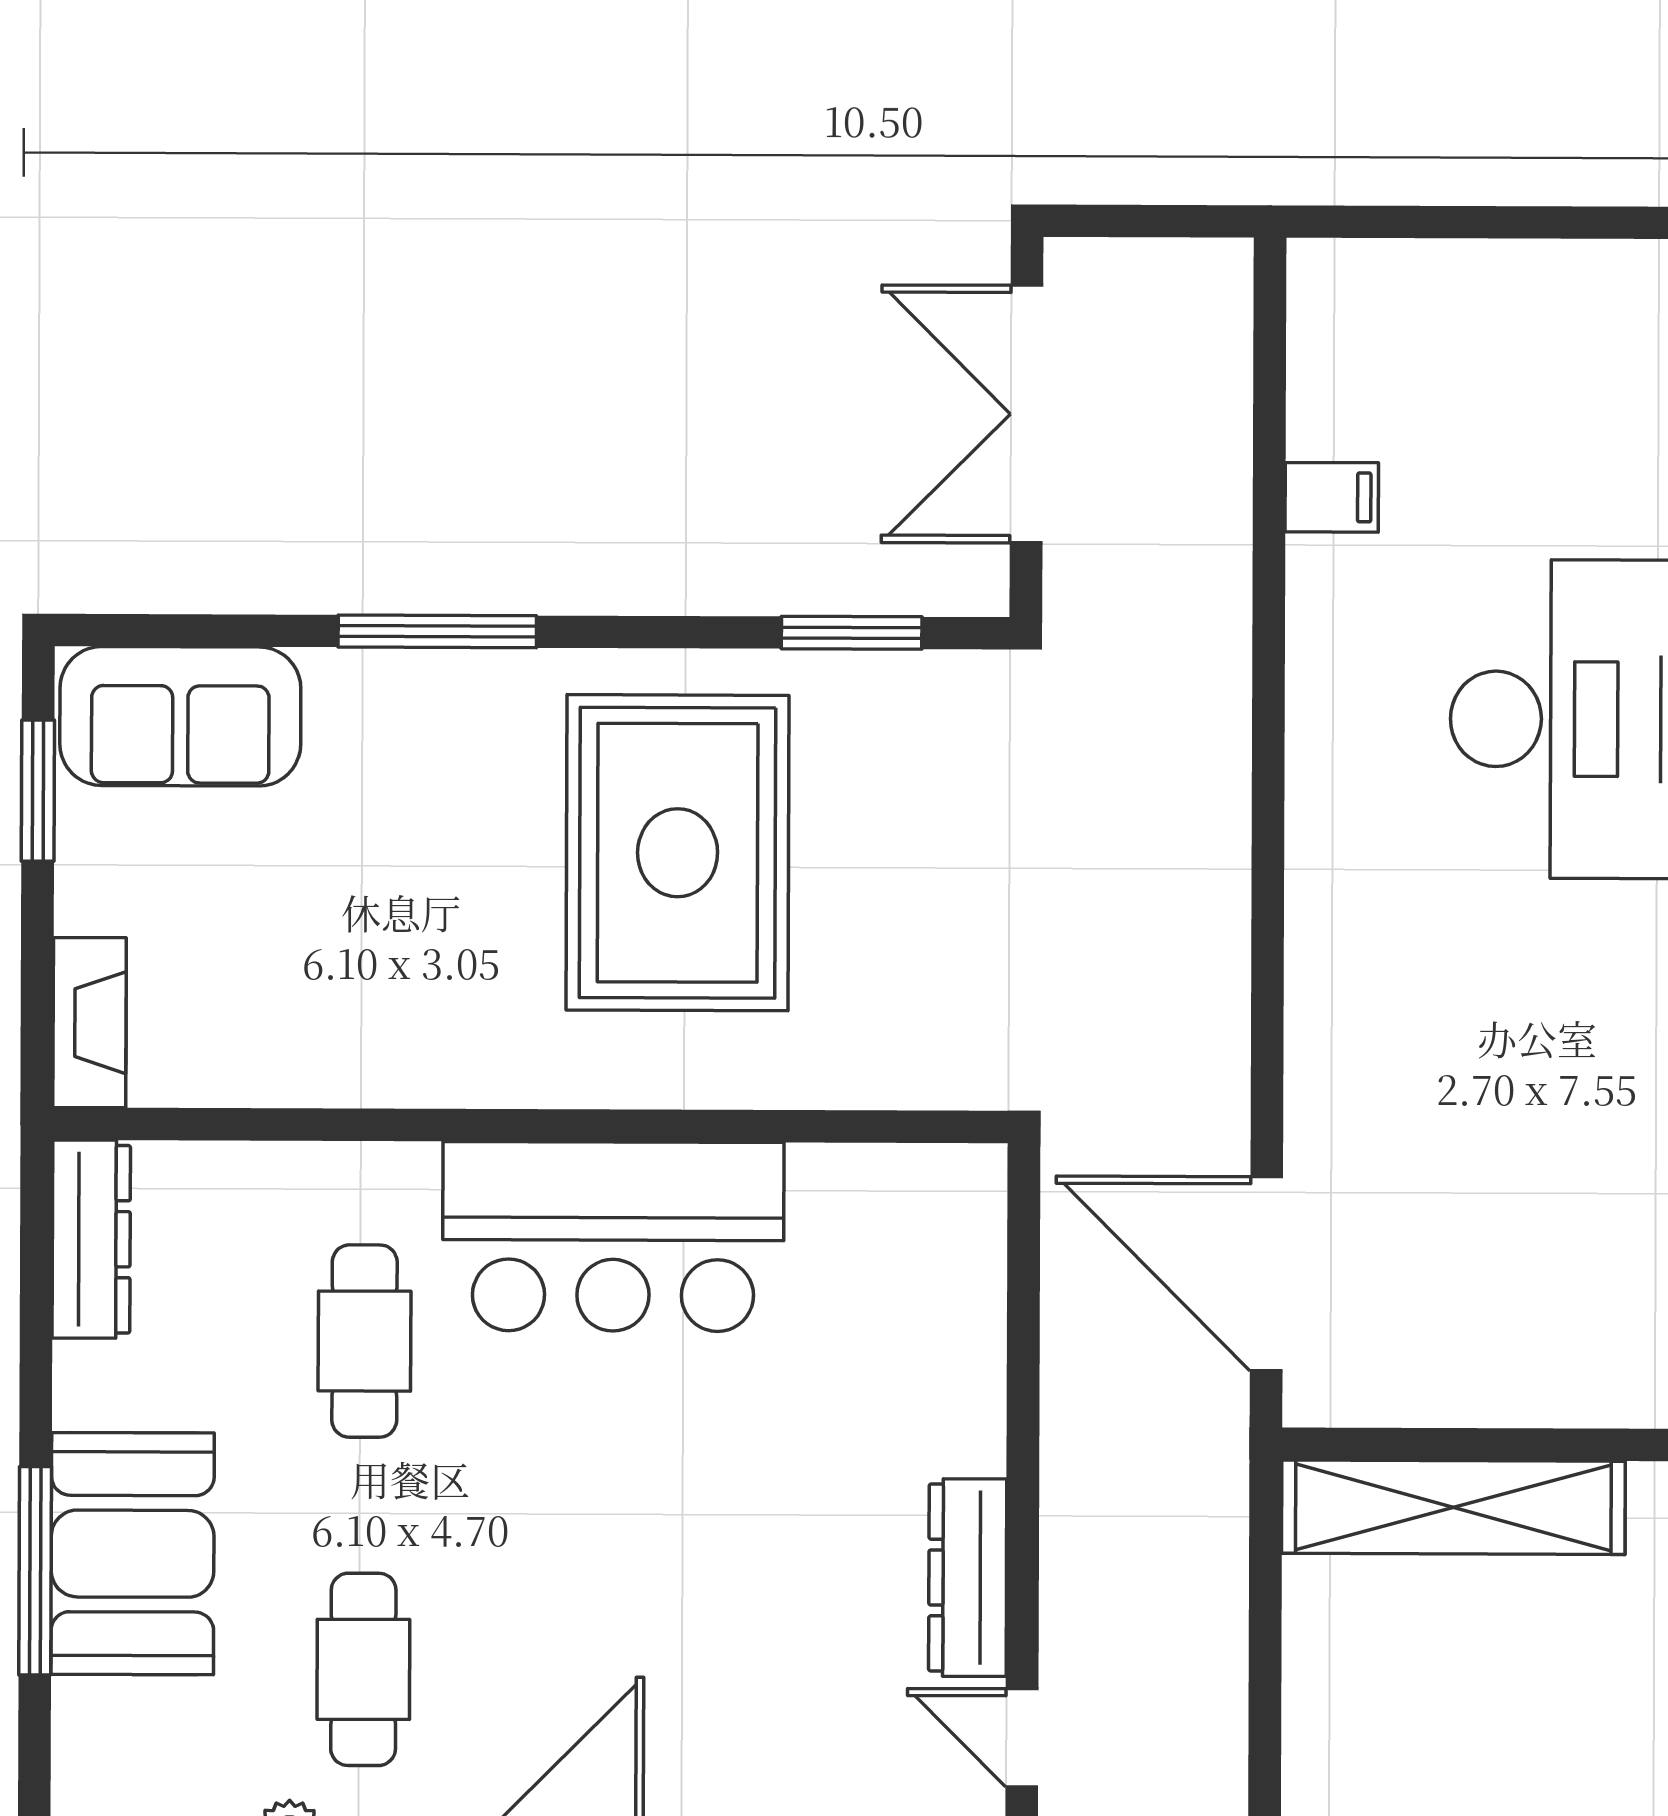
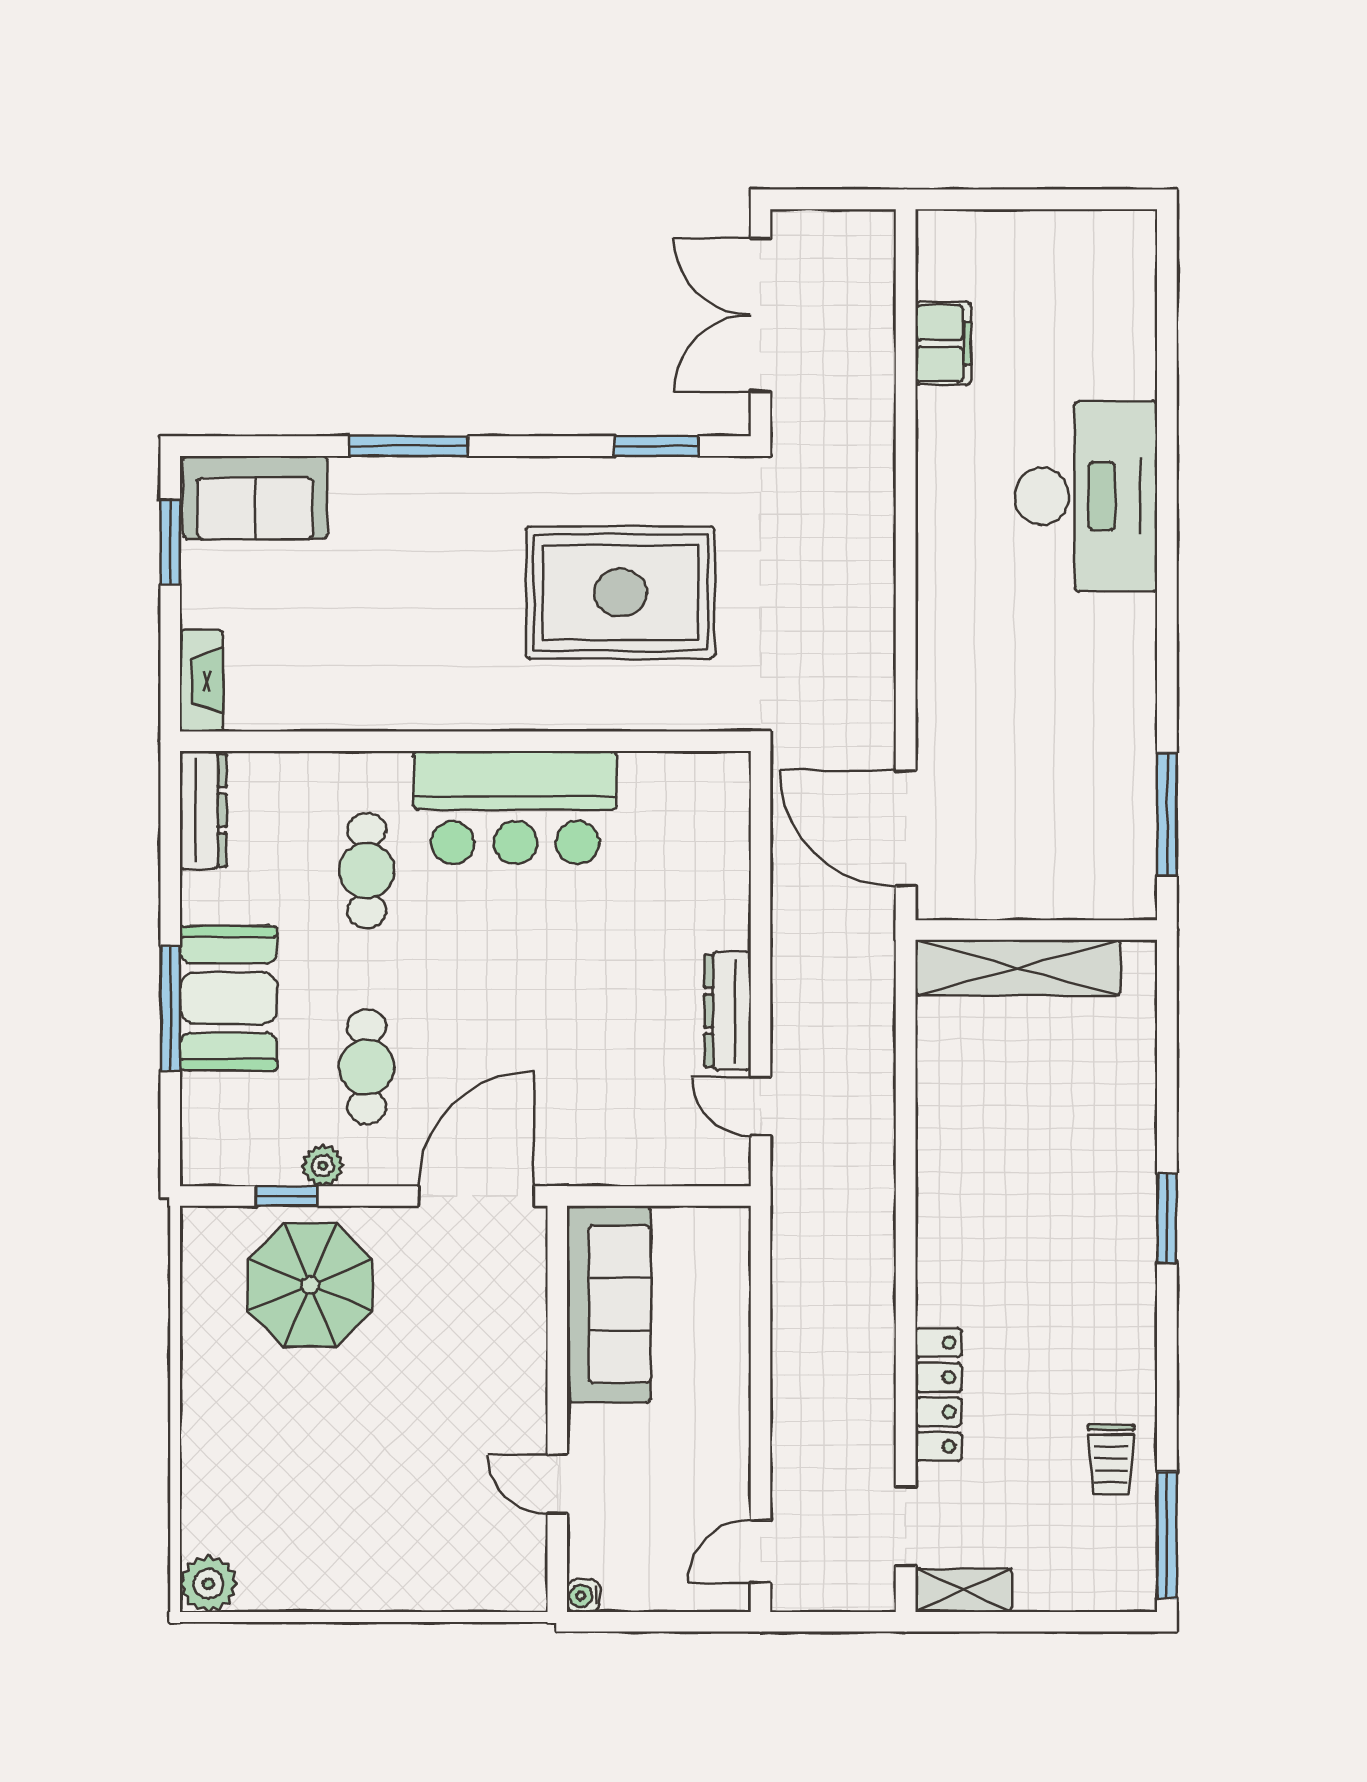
filing cabinet: (1332, 497) -> (943, 343), width x2.00
rug: (678, 853) -> (620, 592), moved, turned 90

